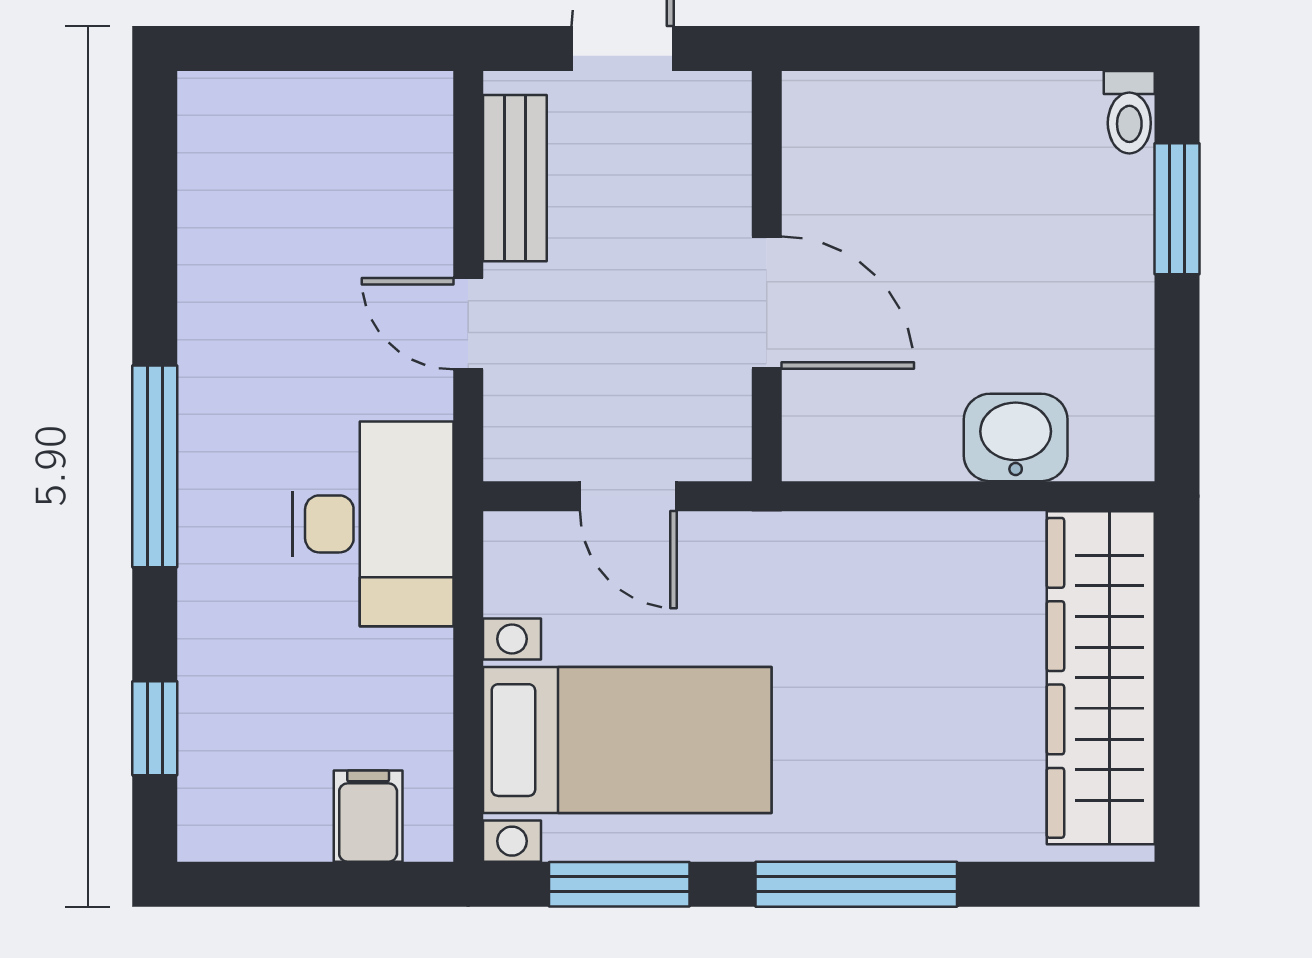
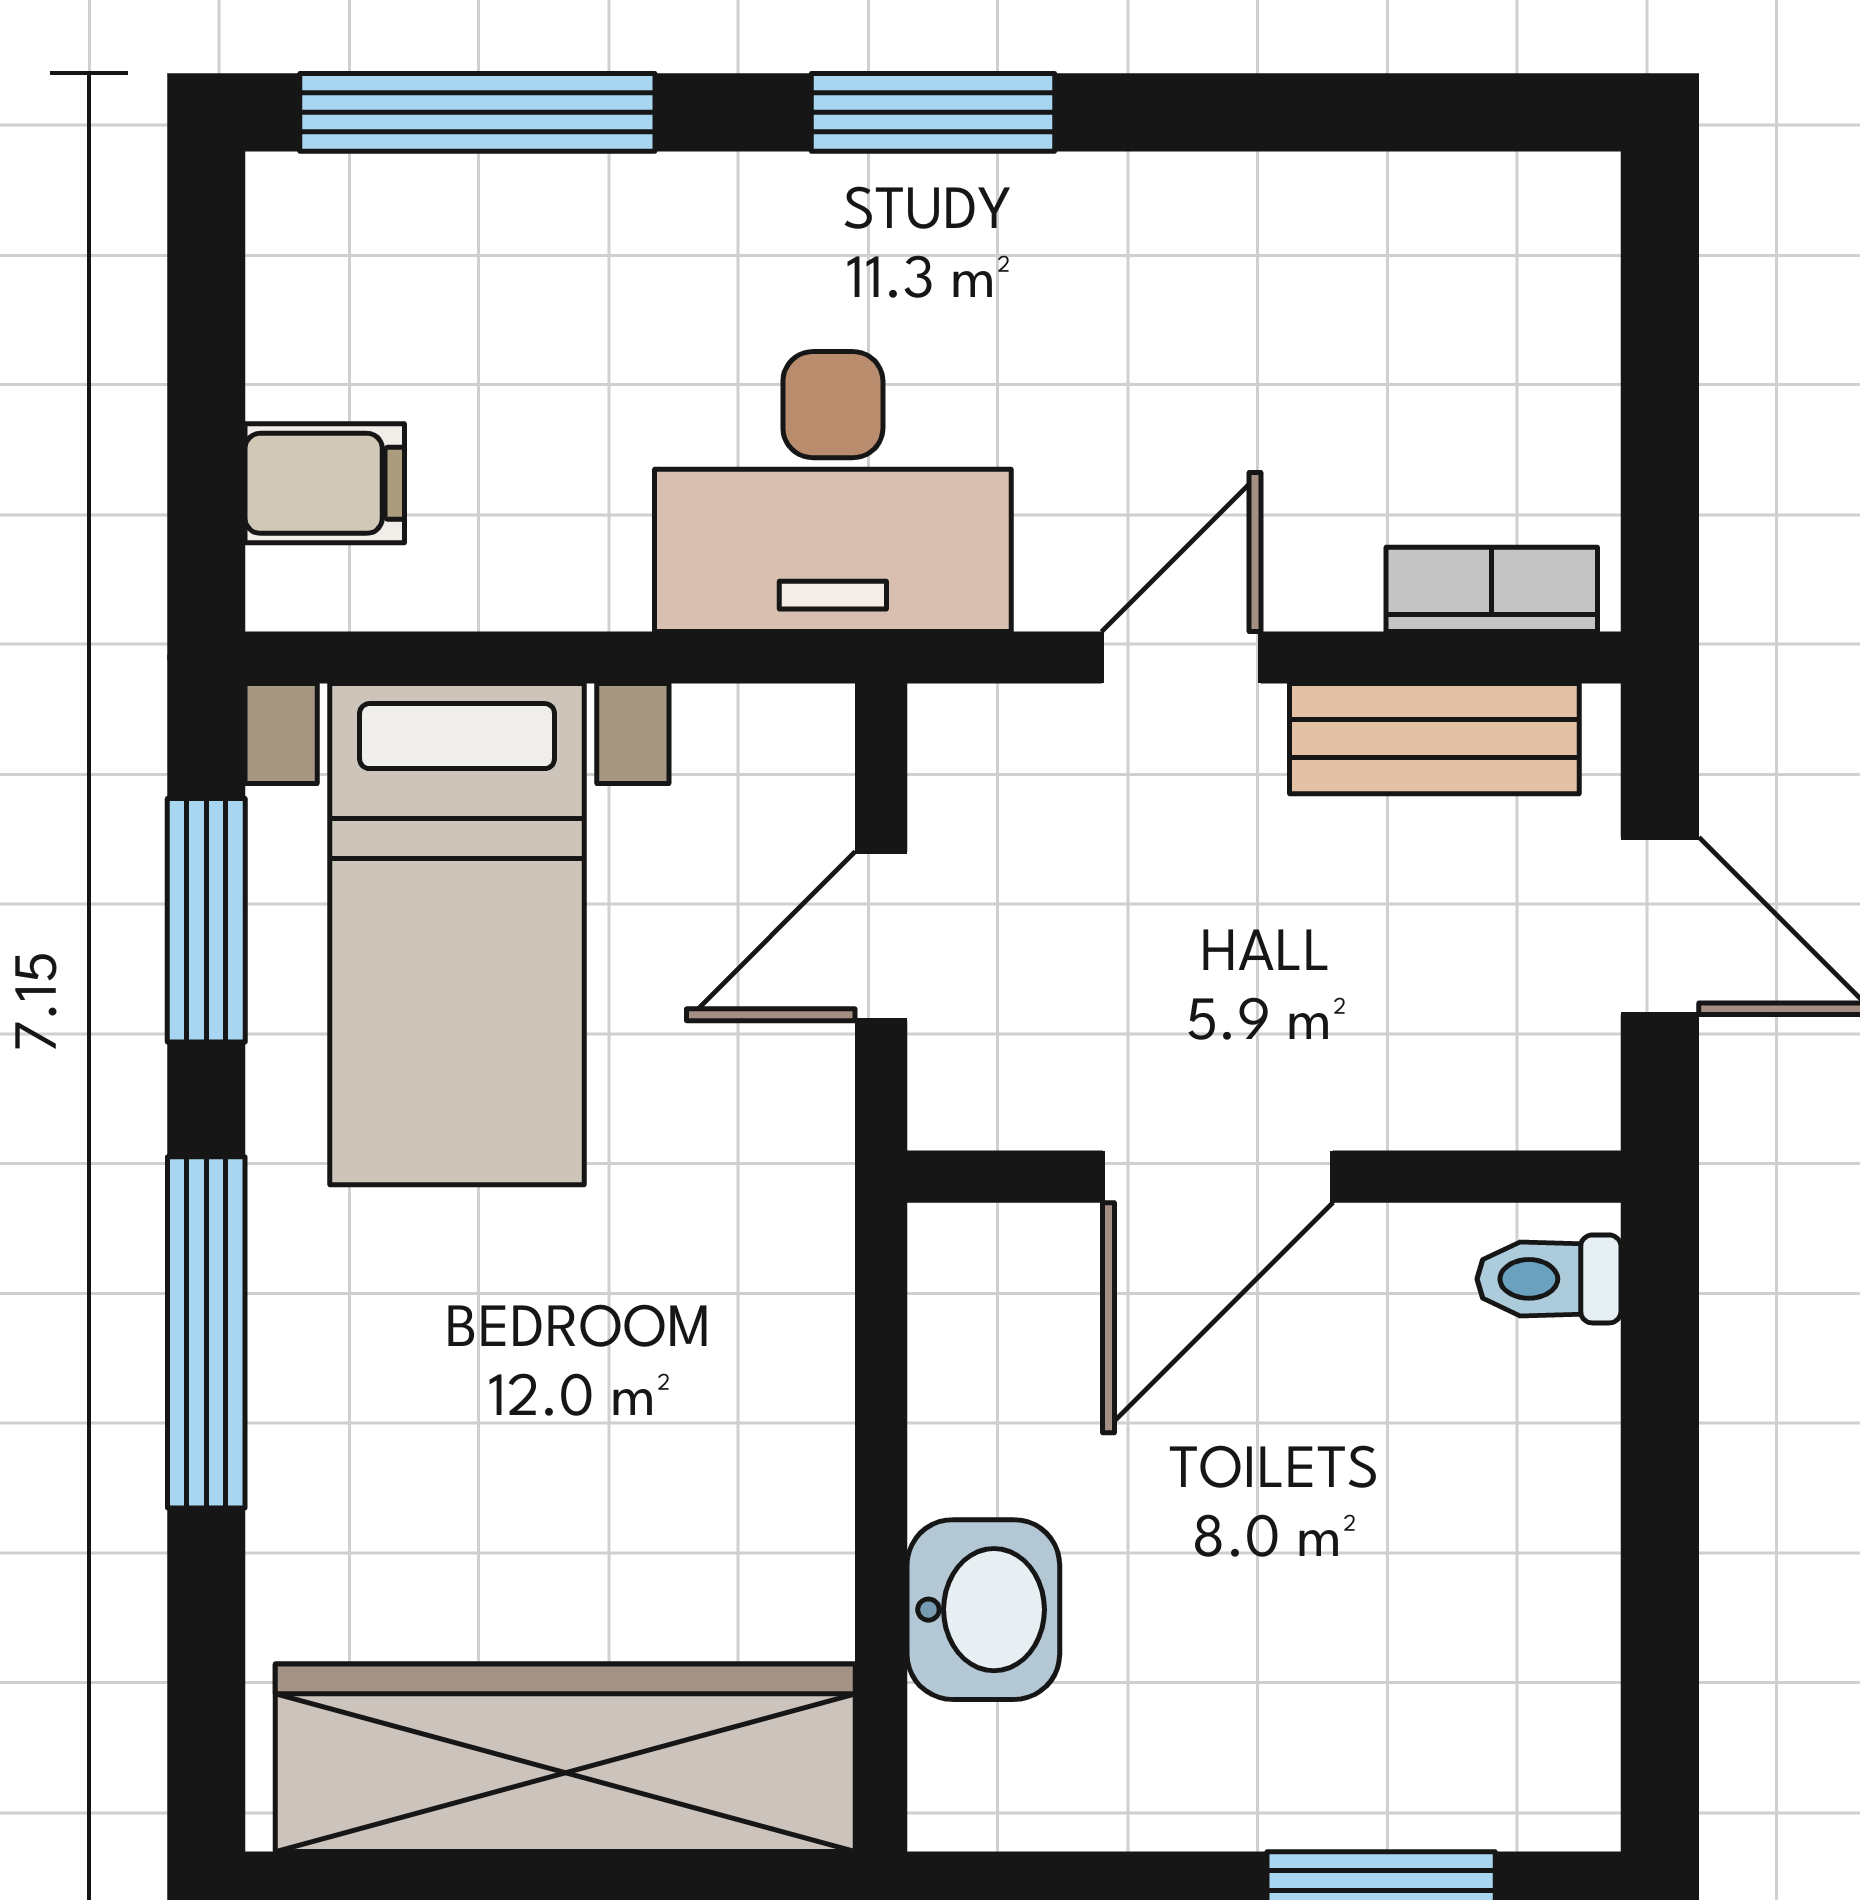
toilet: (1129, 112) -> (1549, 1279), moved
bookcase: (429, 145) -> (1492, 589), added
window: (155, 466) -> (933, 112), width x0.69
window: (155, 728) -> (477, 112), width x2.17

